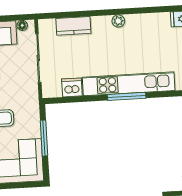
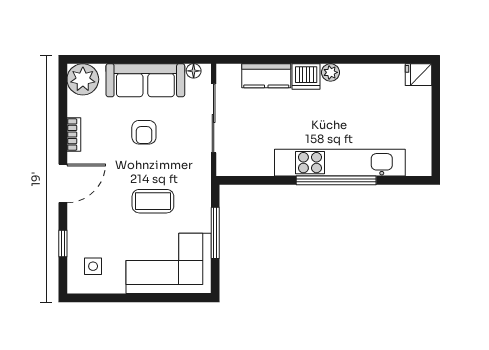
dishwasher: (72, 87) -> (306, 77), moved, turned 180
window: (127, 96) -> (336, 180), width x1.46

